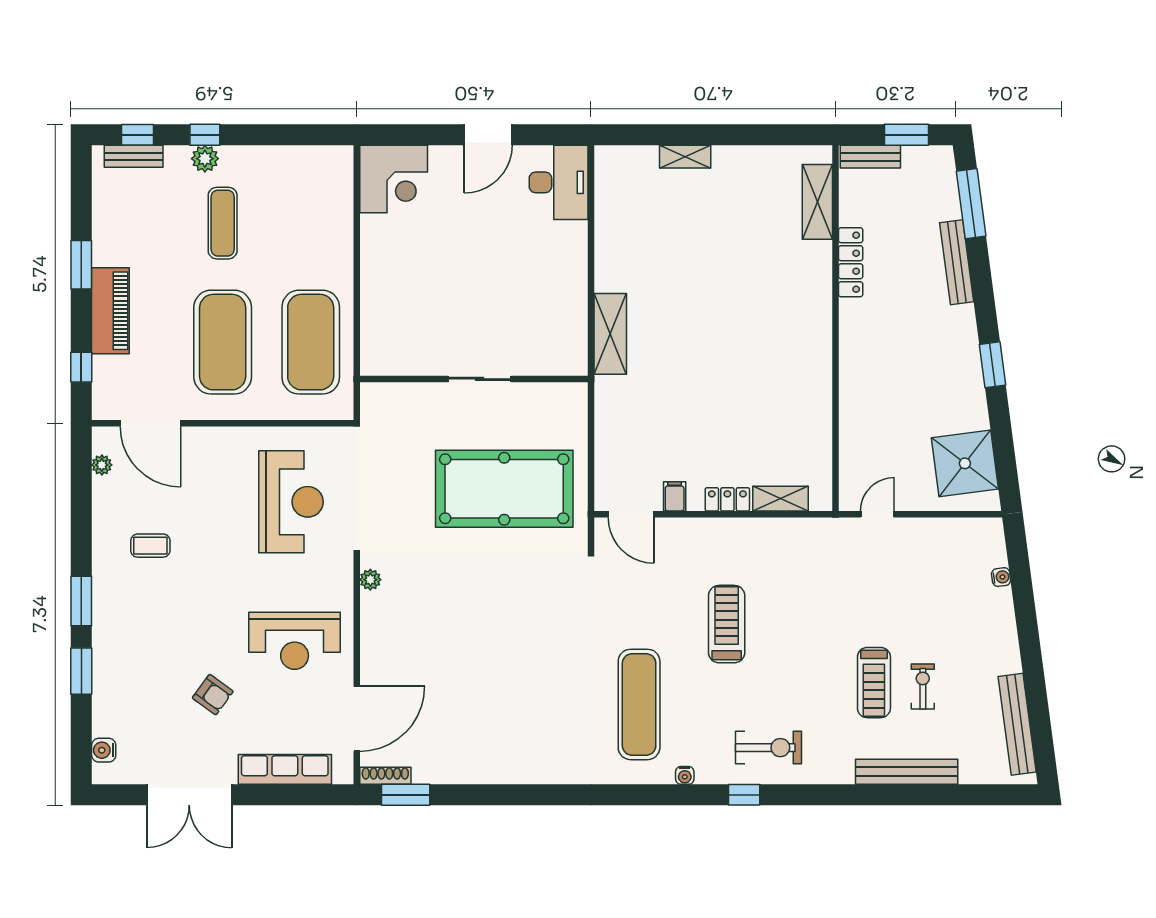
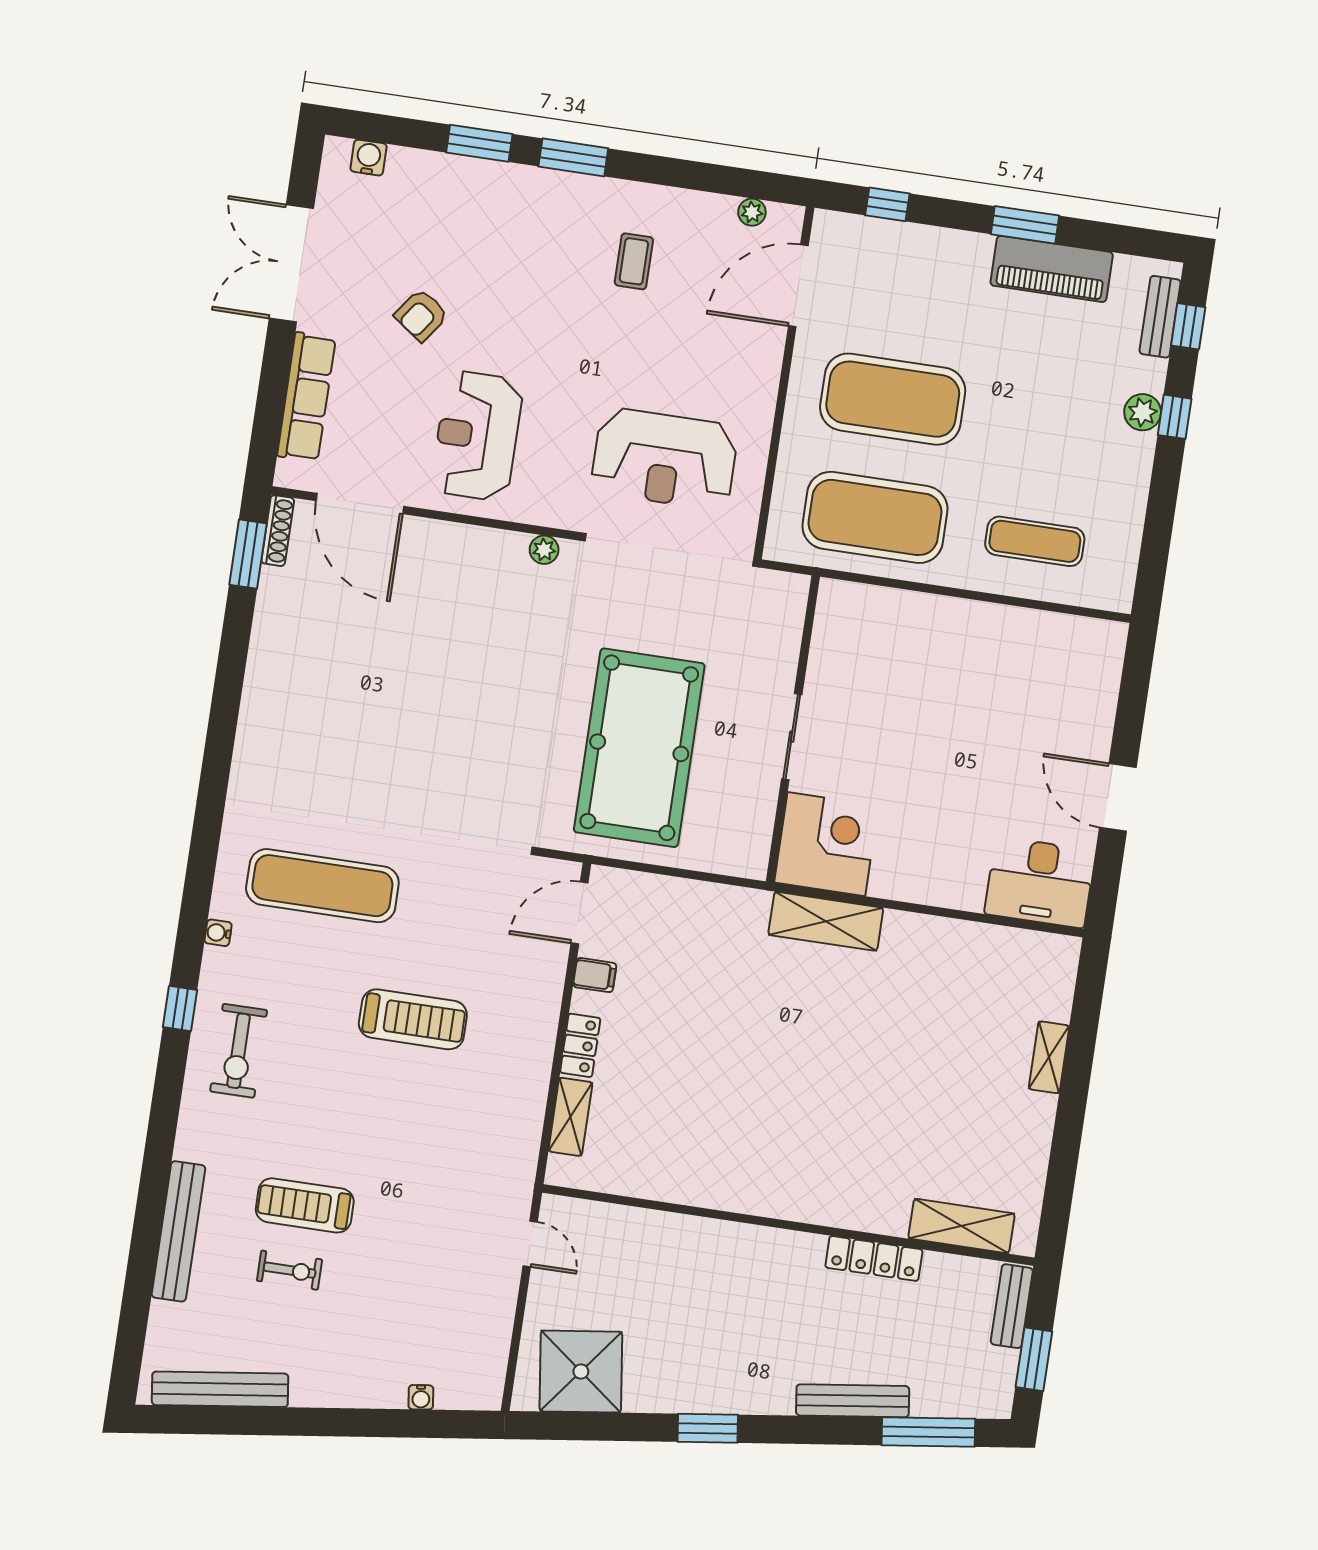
corner desk: (394, 179) -> (826, 844), moved, turned 180
exercise mat: (223, 223) -> (1035, 541), moved
piano: (110, 311) -> (1052, 269), moved

